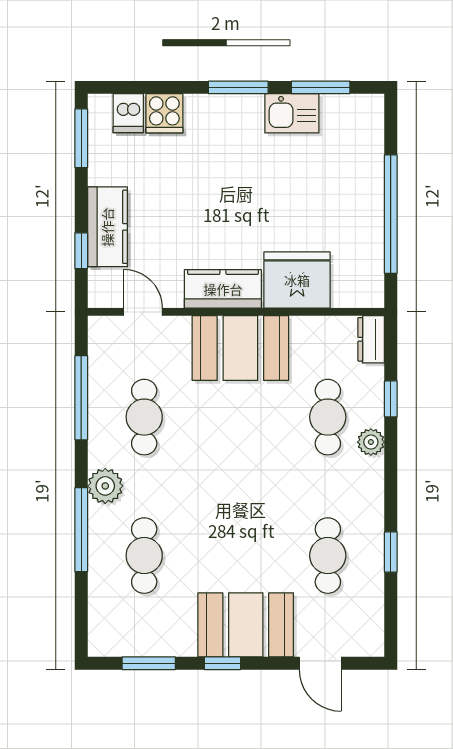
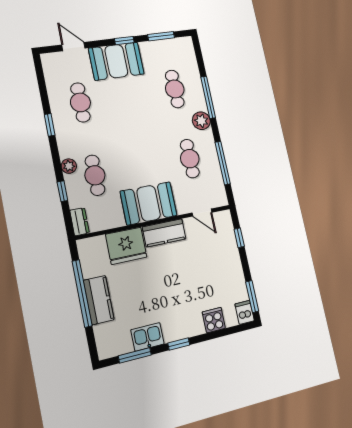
window: (238, 87) -> (179, 344), width x0.67
dishwasher: (128, 113) -> (245, 312), moved
kitchen counter: (107, 227) -> (99, 300), moved, turned 180
window: (391, 552) -> (50, 125), moved

